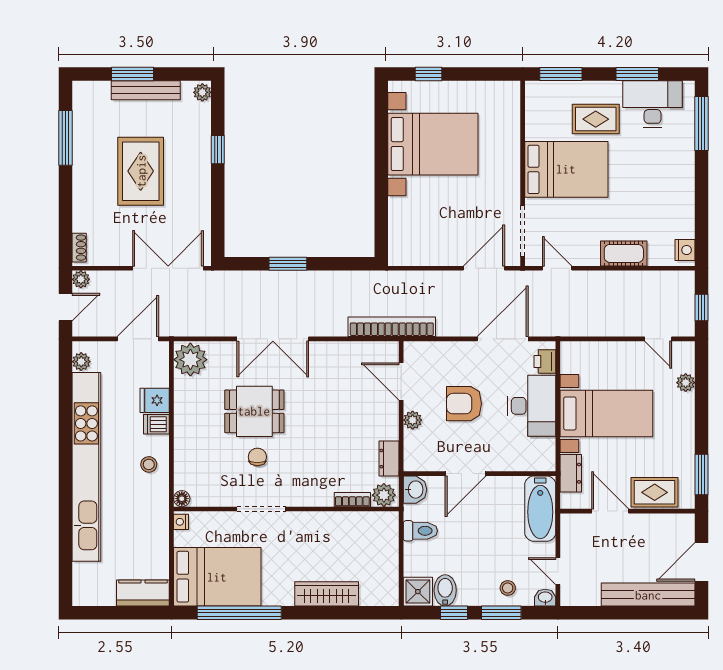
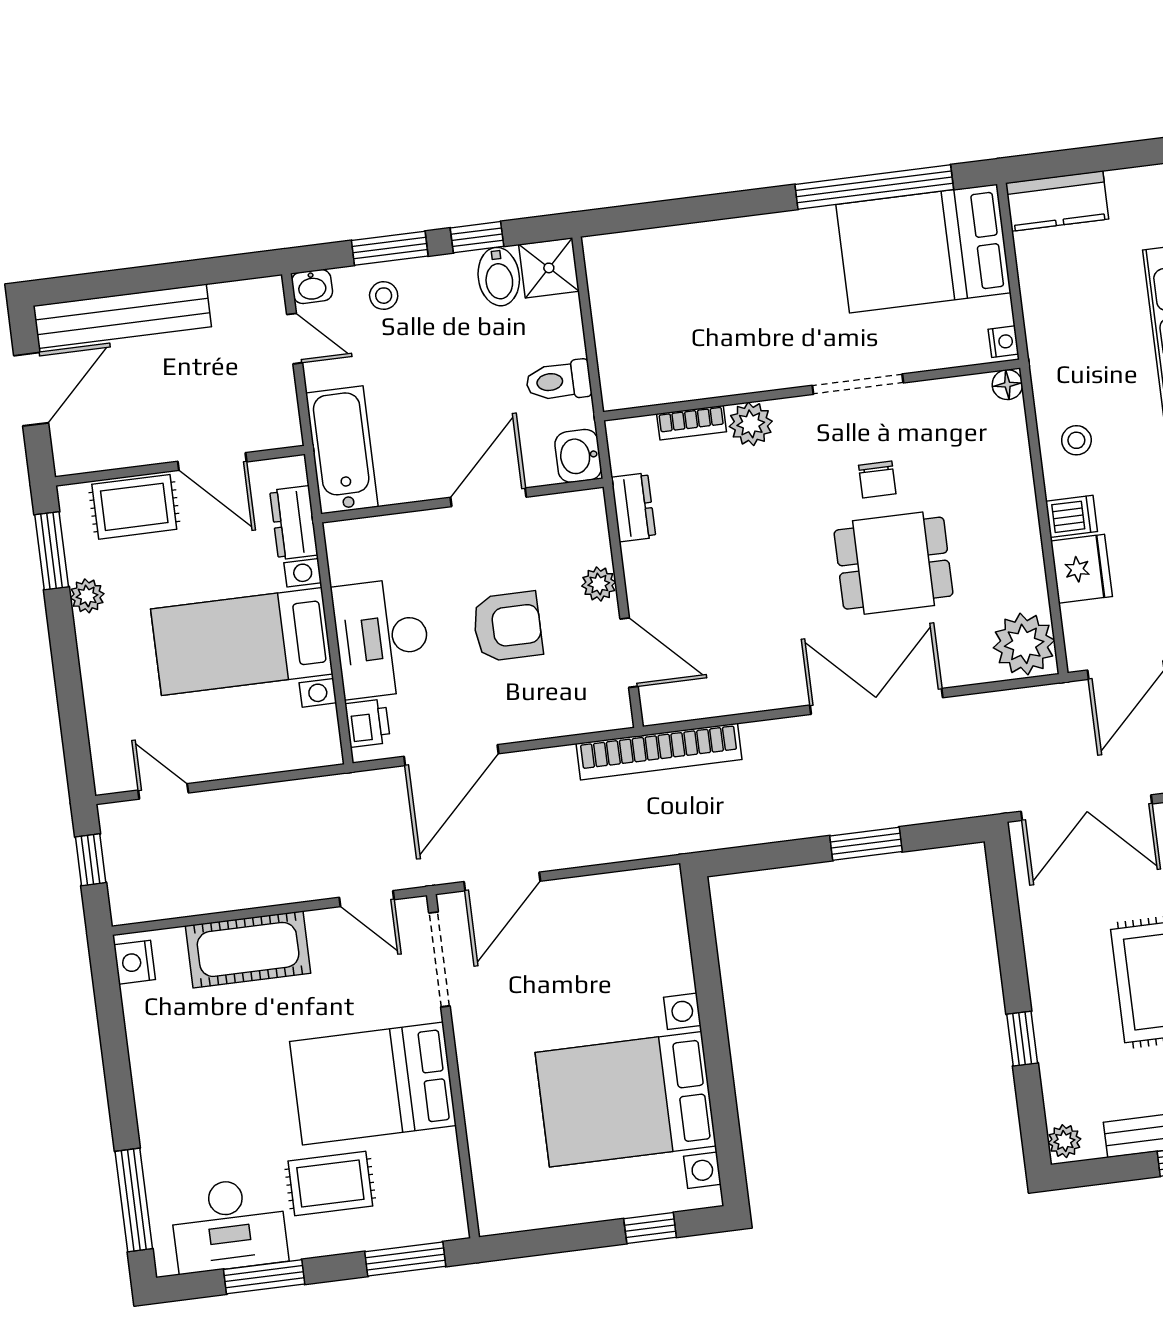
cot: (624, 253) -> (248, 949), width x1.37, depth x1.34
plant: (686, 383) -> (87, 596), moved
fridge: (155, 400) -> (1082, 569), width x1.38
plant: (384, 495) -> (751, 424), moved
wardrobe: (327, 594) -> (717, 242), removed

